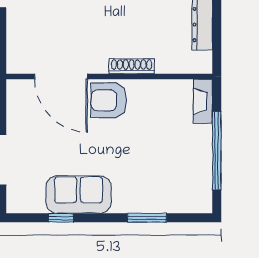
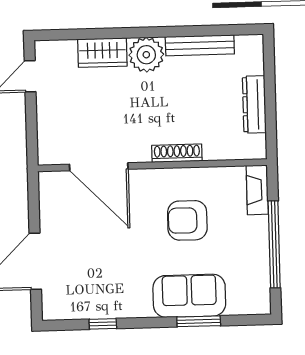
armchair: (109, 100) -> (187, 220), moved
sofa: (79, 195) -> (189, 296), moved

